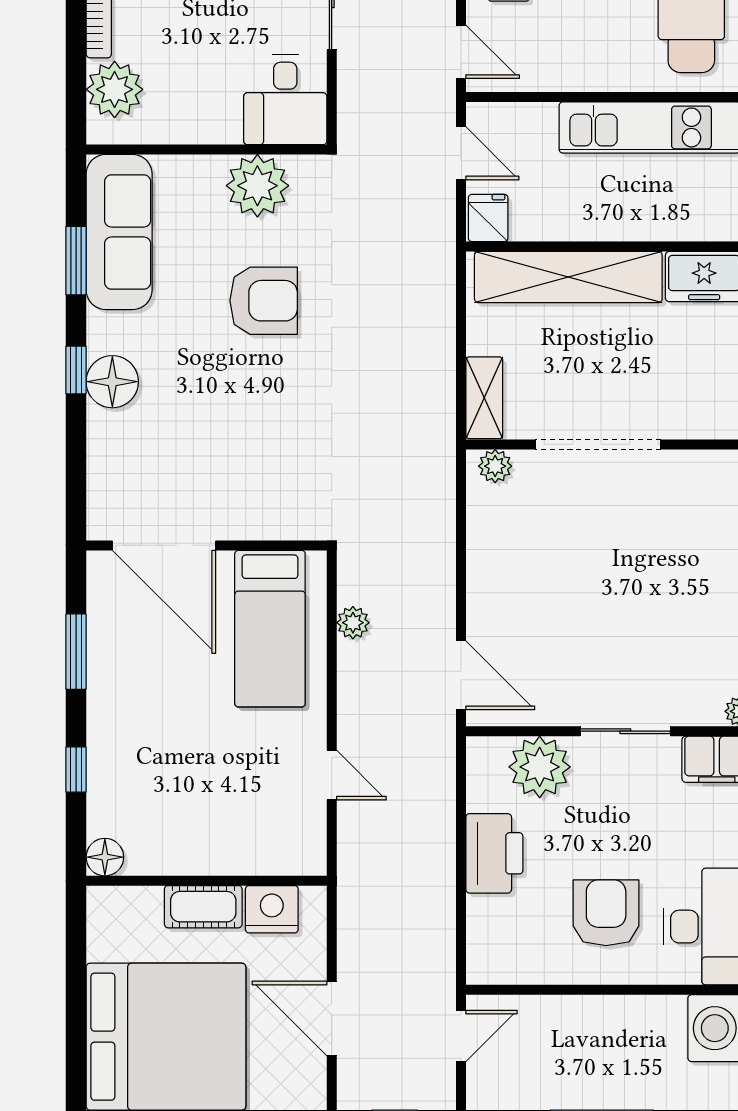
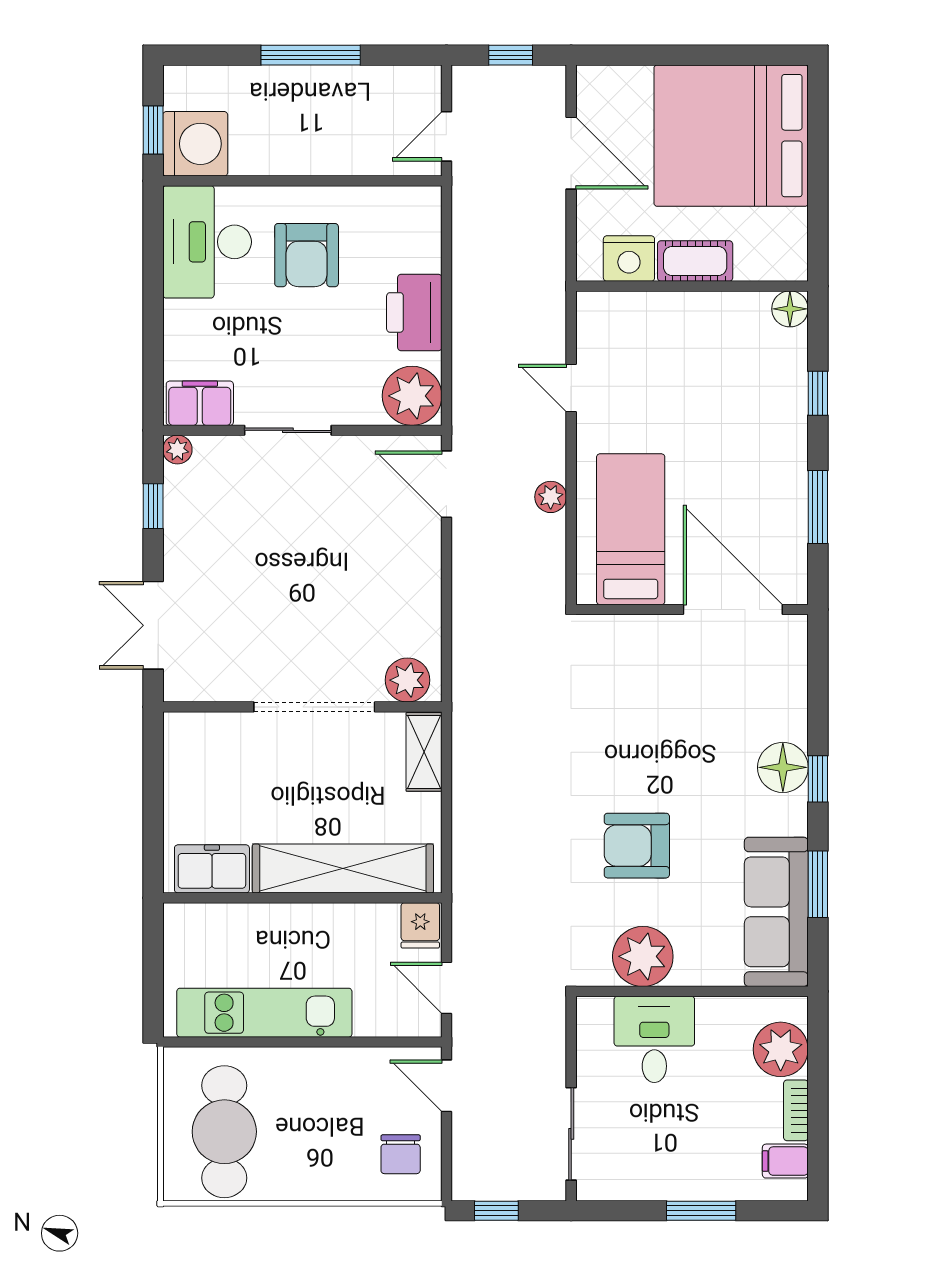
desk: (285, 100) -> (654, 1039), moved
plant: (495, 466) -> (407, 680), width x1.38, depth x1.38
plant: (353, 623) -> (551, 497), moved
plant: (540, 767) -> (412, 396), moved

